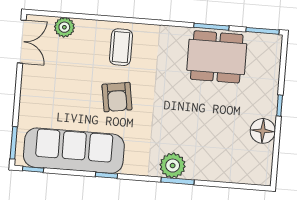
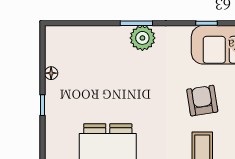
floor lamp: (263, 131) -> (51, 73), width x0.53, depth x0.53

